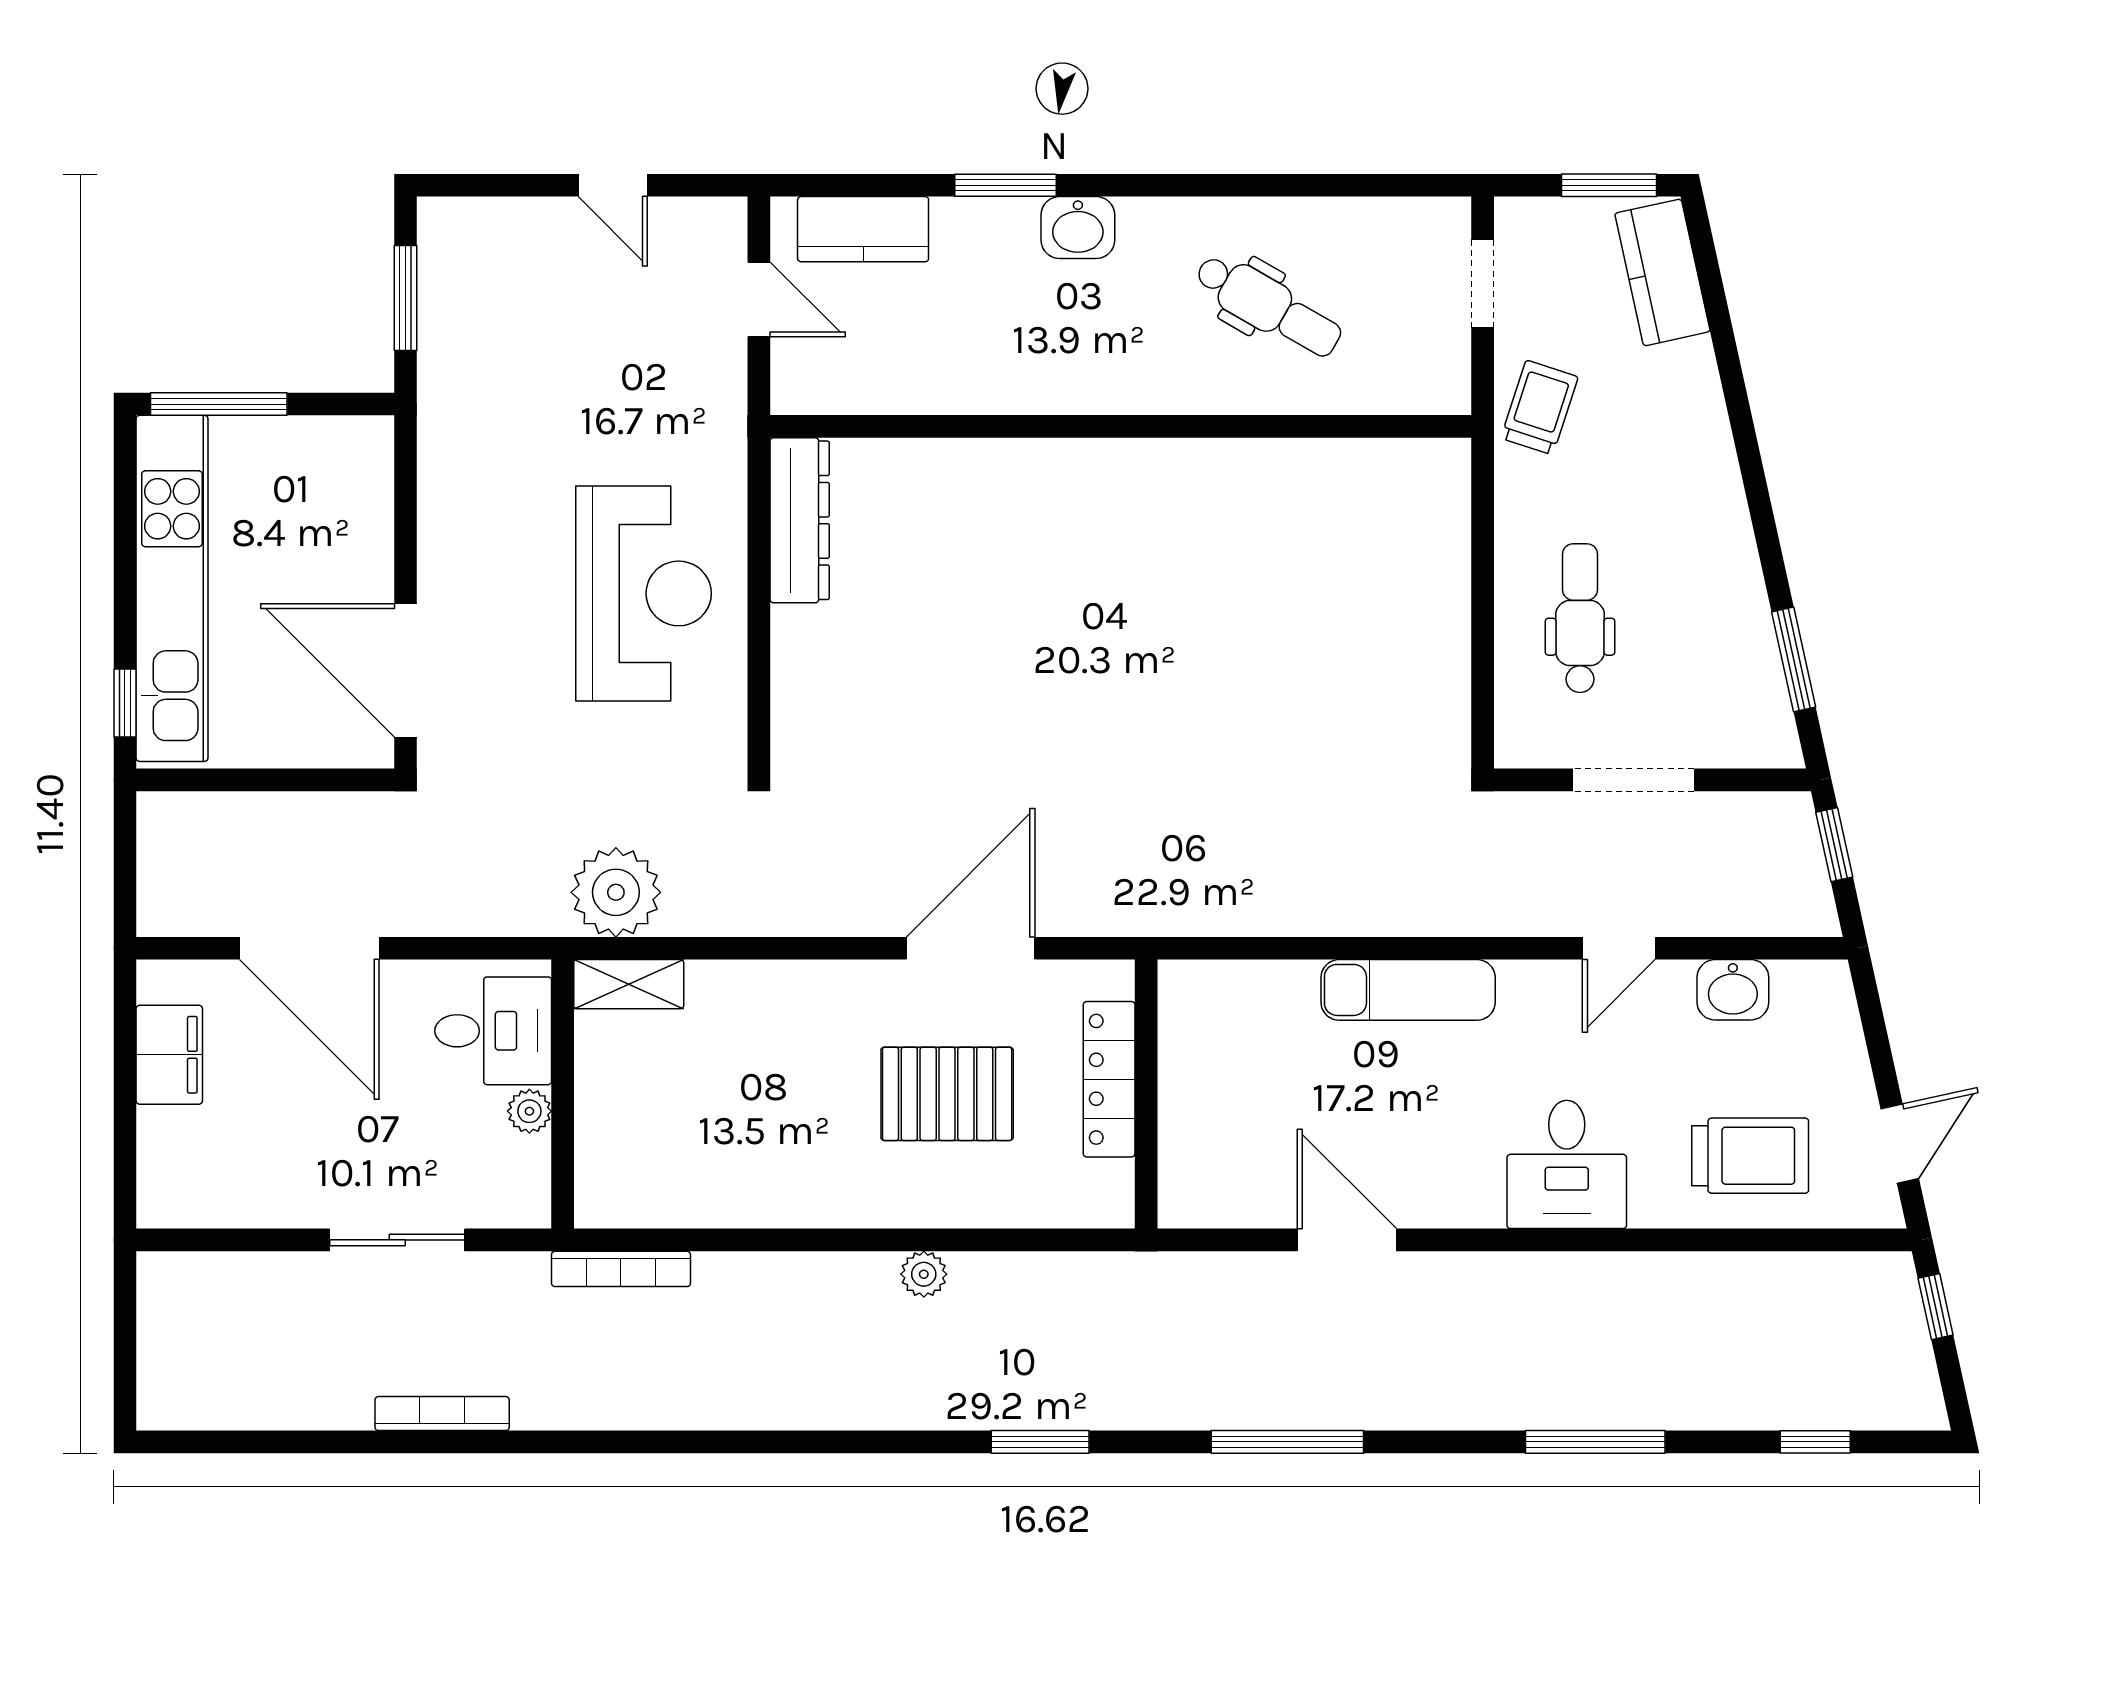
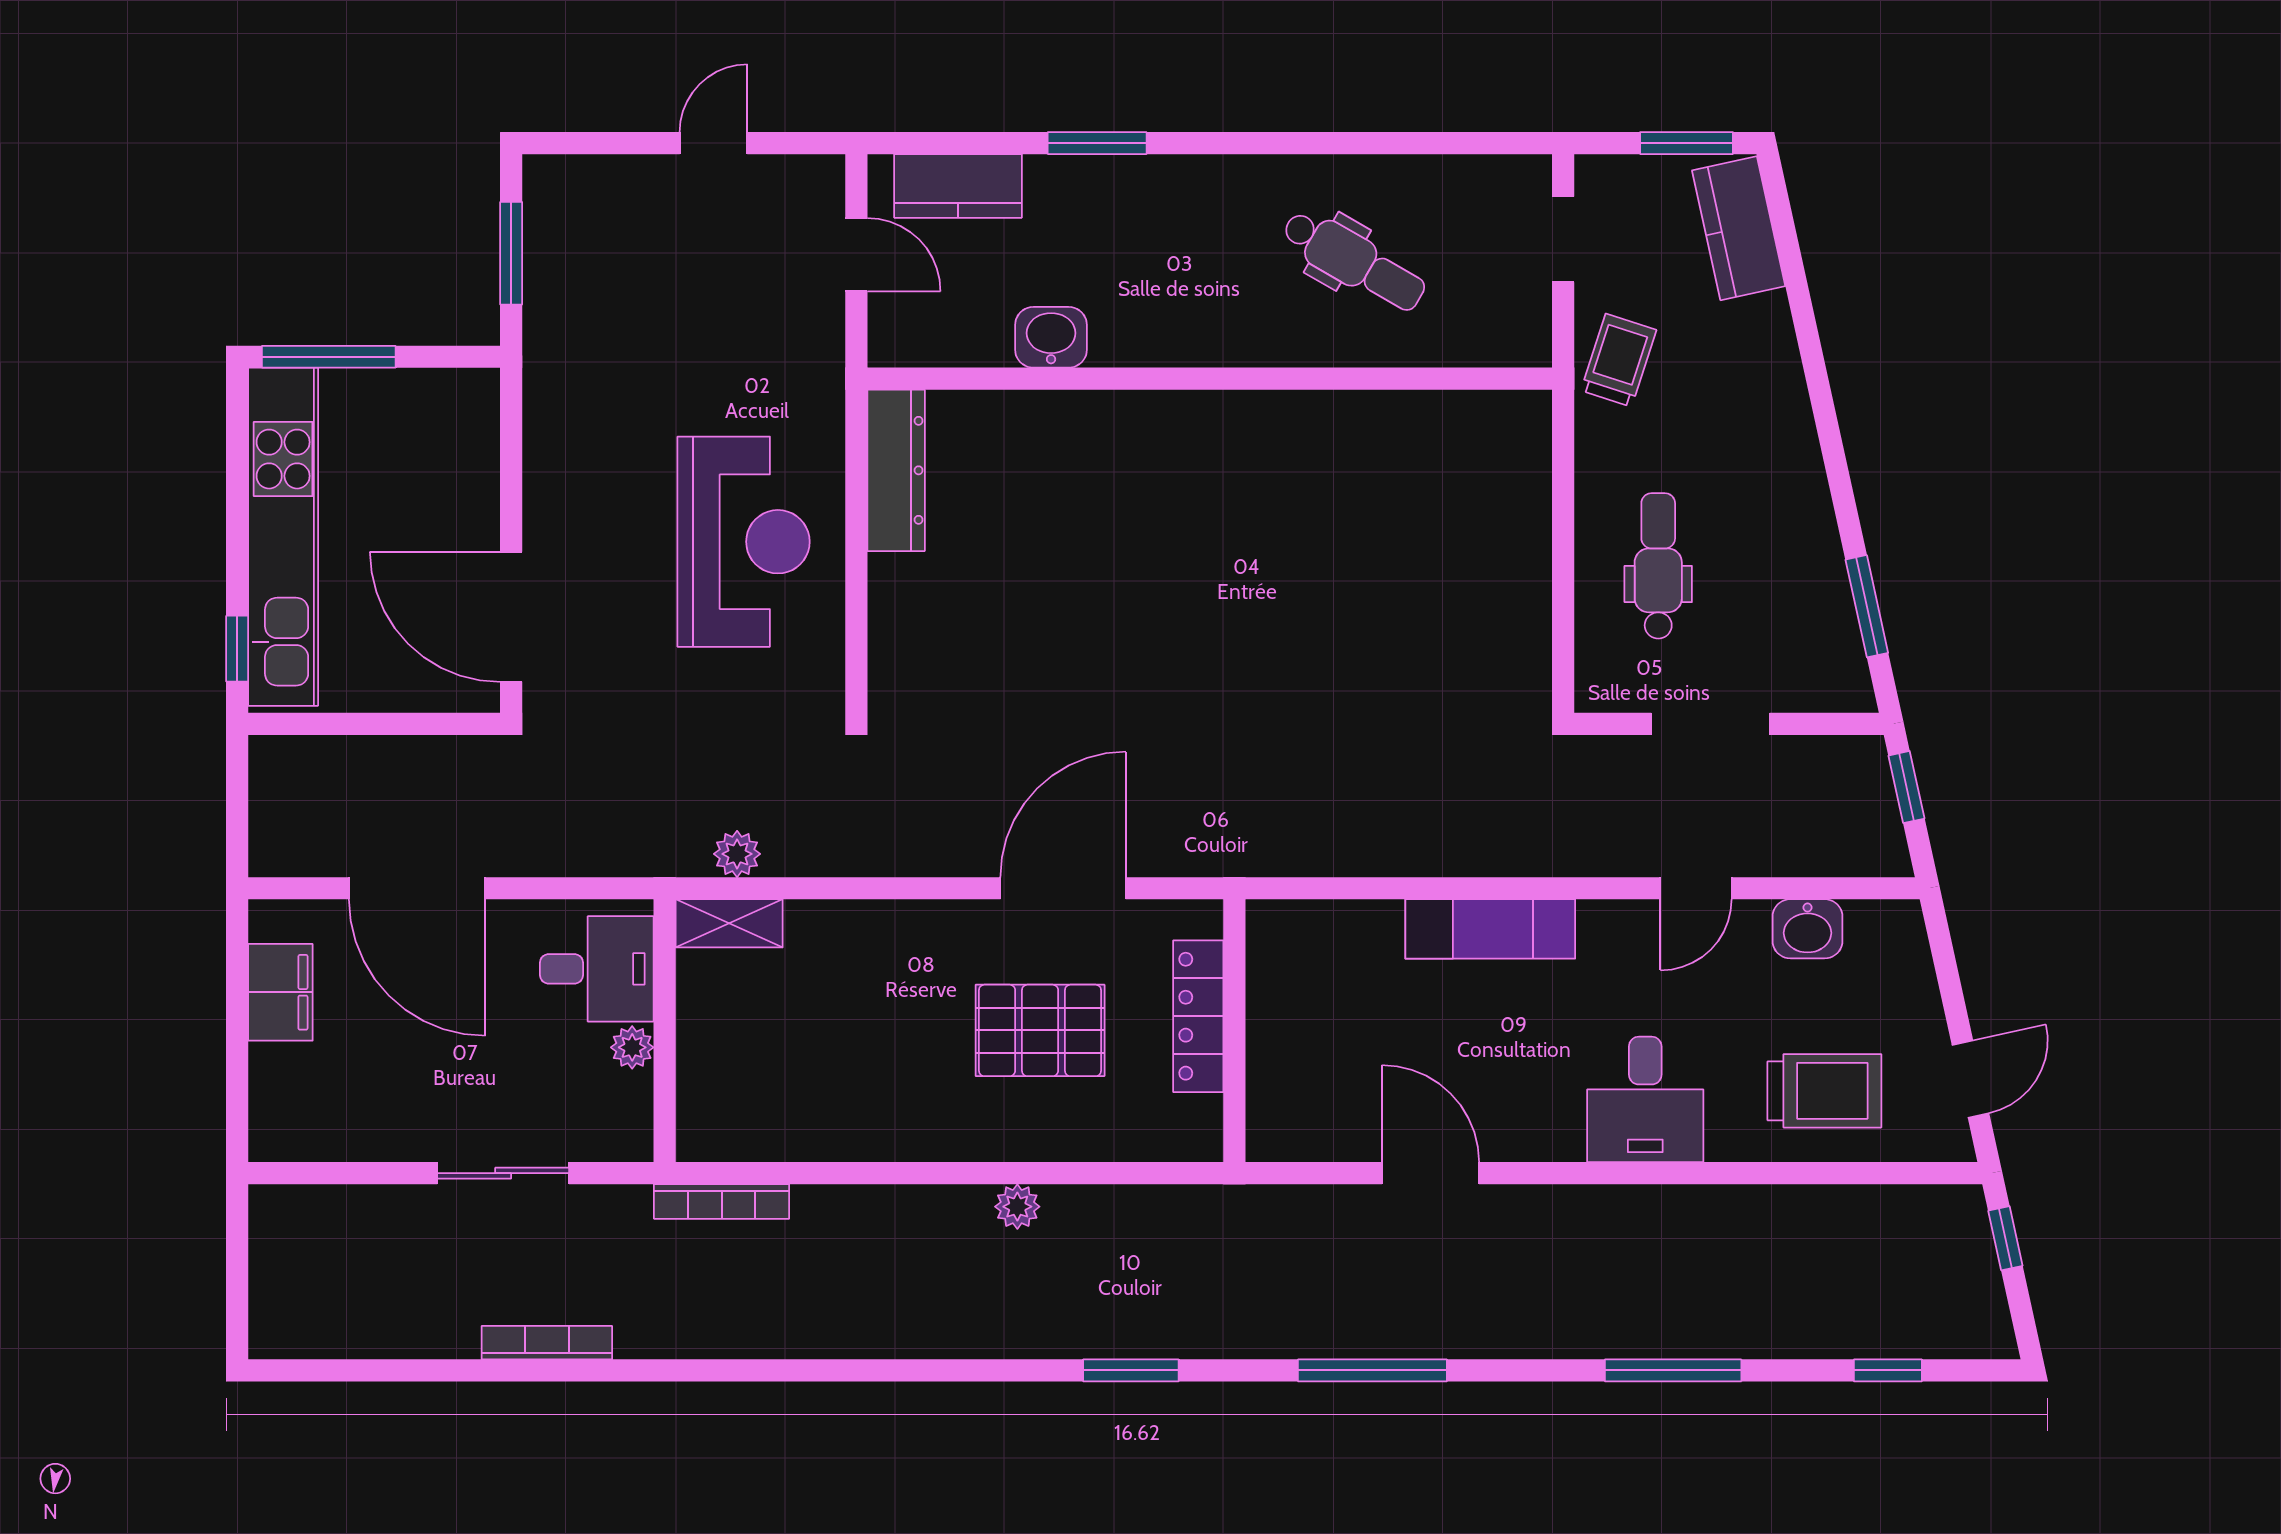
door: (613, 185) -> (714, 143), swing flipped
washbasin: (1078, 228) -> (1051, 337), moved, turned 180
plant: (616, 892) -> (737, 854), width x0.53, depth x0.53

